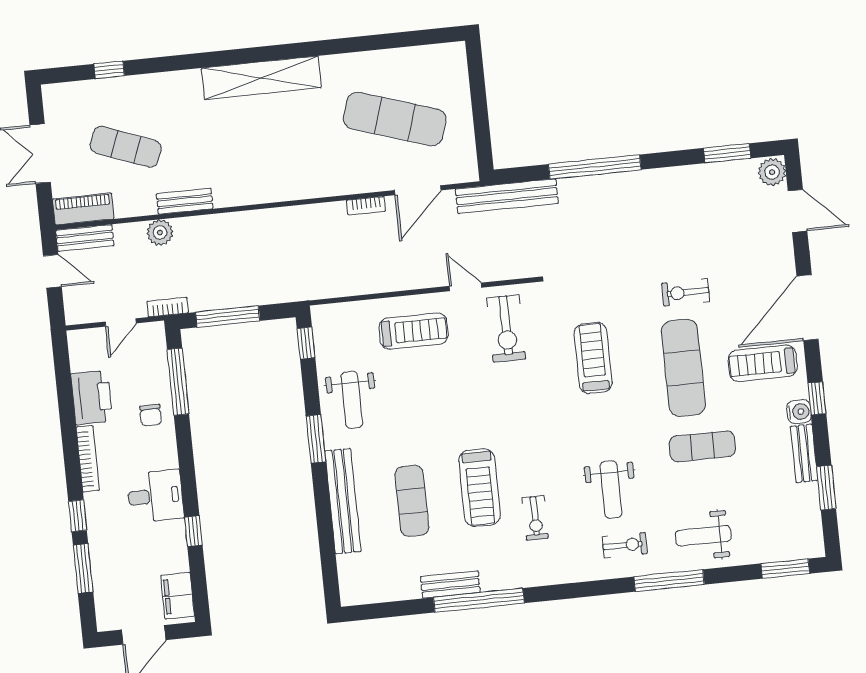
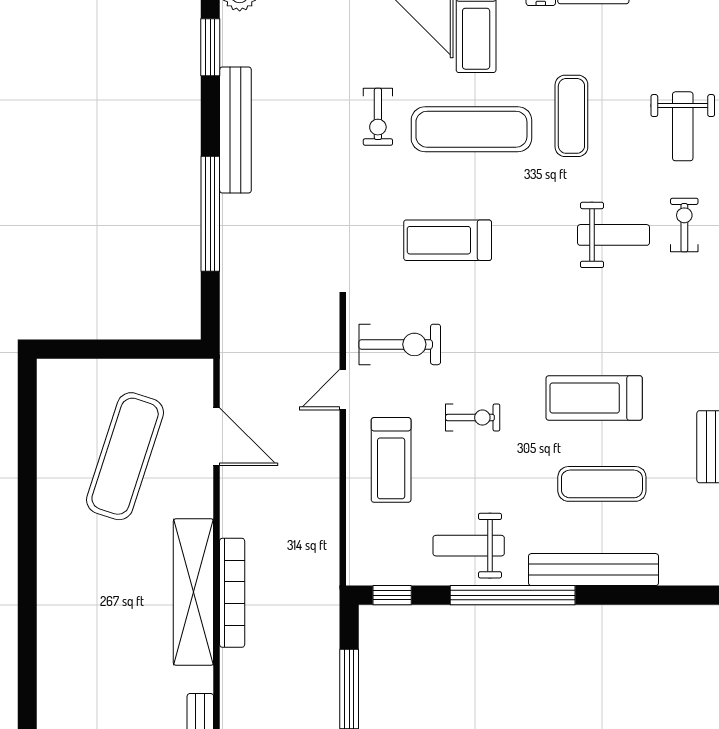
shelving: (261, 78) -> (193, 592), moved
bench: (507, 196) -> (235, 130), moved
bookcase: (366, 206) -> (232, 593), moved, width x2.31, depth x1.31
treadmill: (414, 331) -> (391, 460), turned 180
weight bench: (352, 400) -> (469, 546), turned 180
window: (316, 439) -> (513, 595), width x2.11
treadmill: (480, 488) -> (594, 398), turned 180
exercise bike: (535, 518) -> (473, 418), moved

